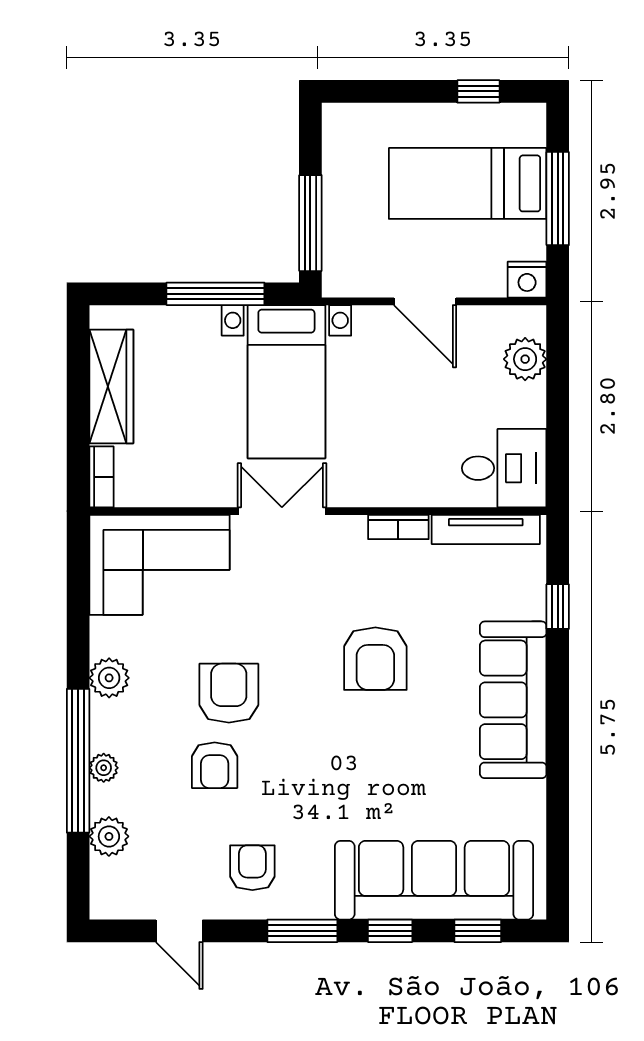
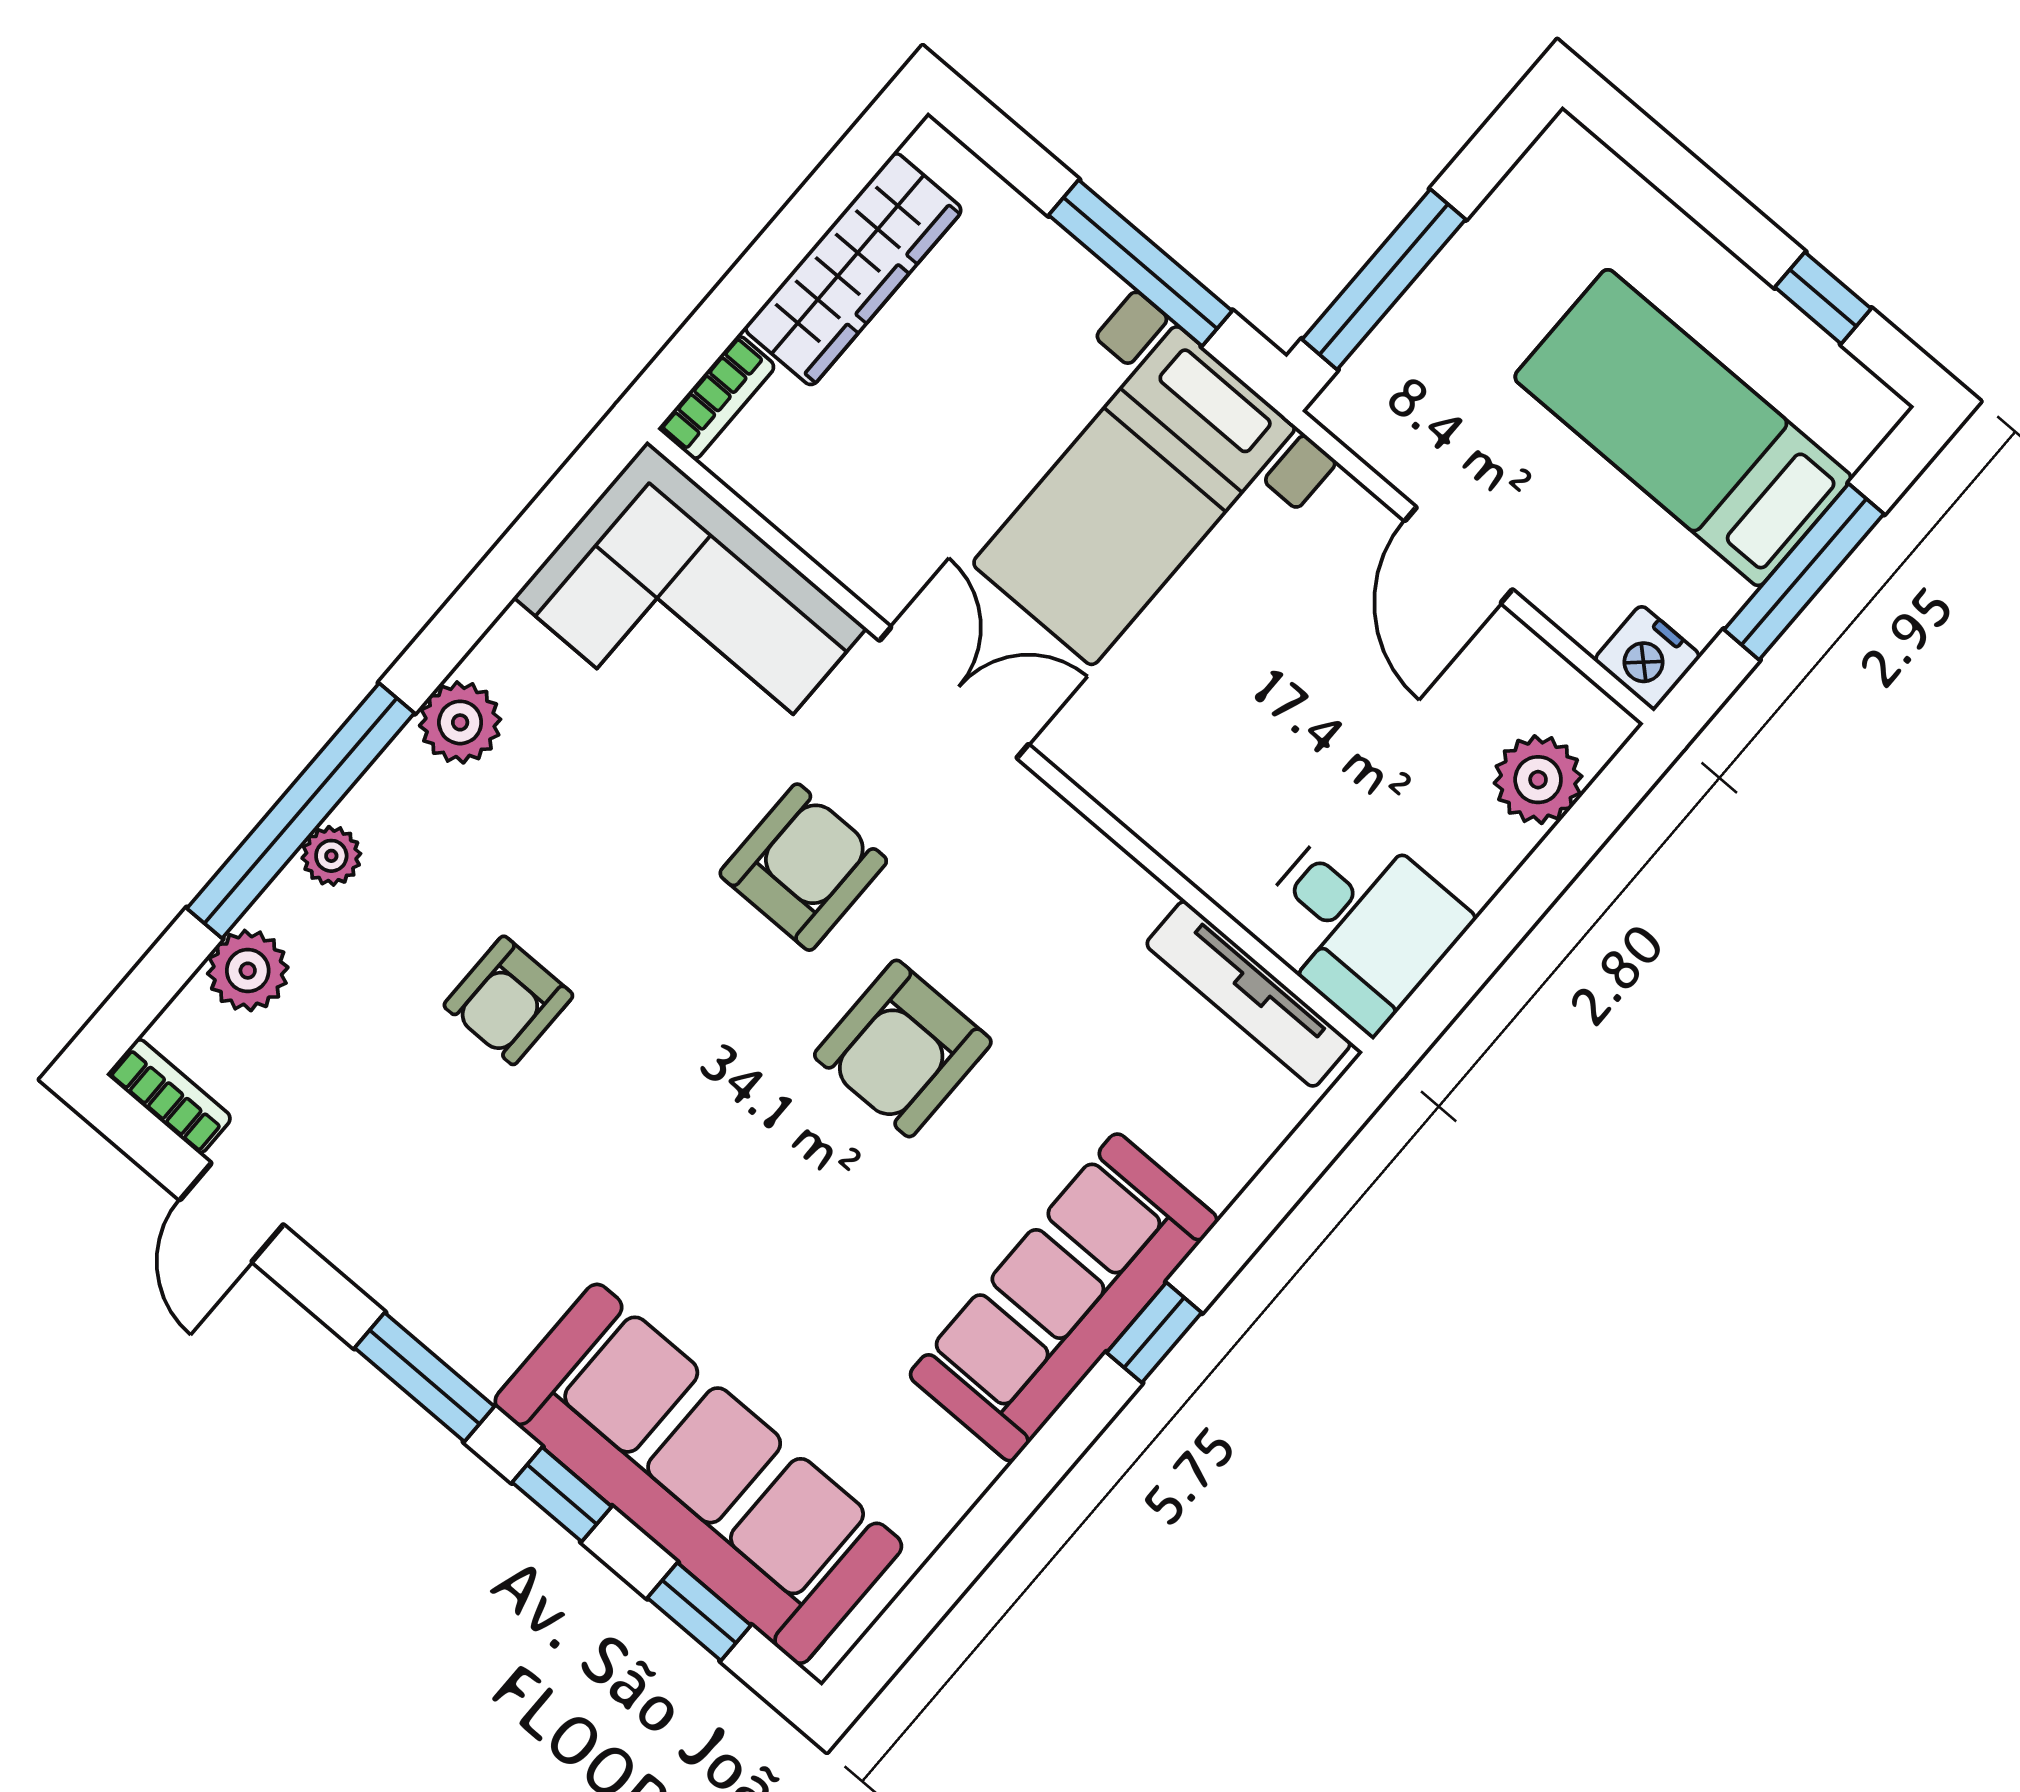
bookcase: (398, 527) -> (170, 1096), moved, turned 180
window: (558, 607) -> (1154, 1333), moved
armchair: (229, 693) -> (803, 867), moved
armchair: (252, 868) -> (431, 1211), removed

